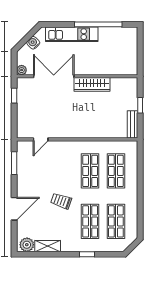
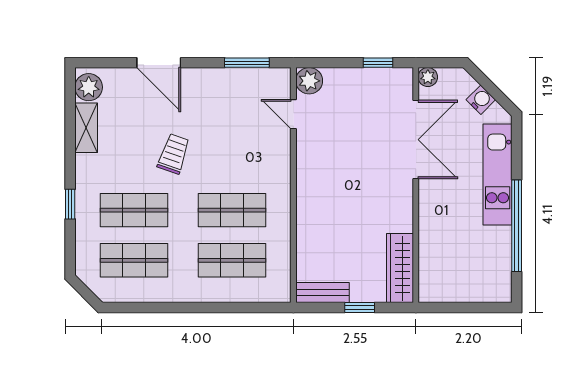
wardrobe: (92, 84) -> (400, 268), moved
plant: (23, 131) -> (309, 81), added

